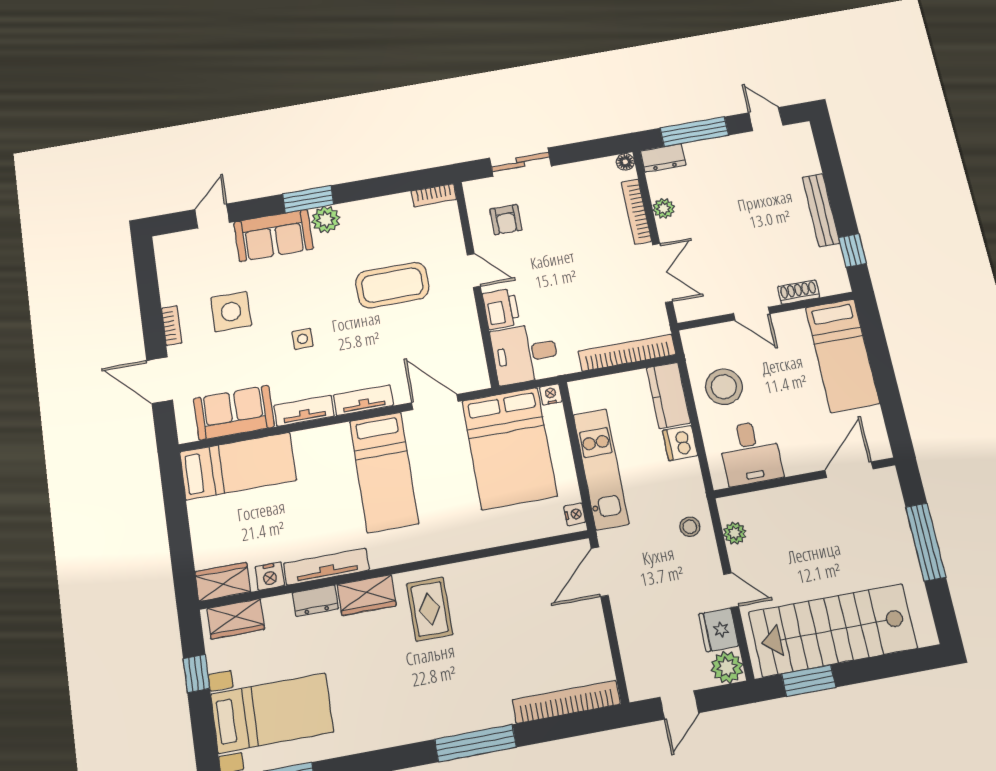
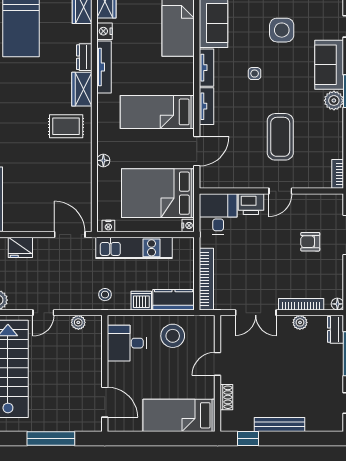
armchair: (506, 220) -> (310, 242), moved
stool: (690, 527) -> (105, 295), moved
floor lamp: (474, 541) -> (103, 160), added
fridge: (719, 630) -> (20, 247), moved, turned 180

